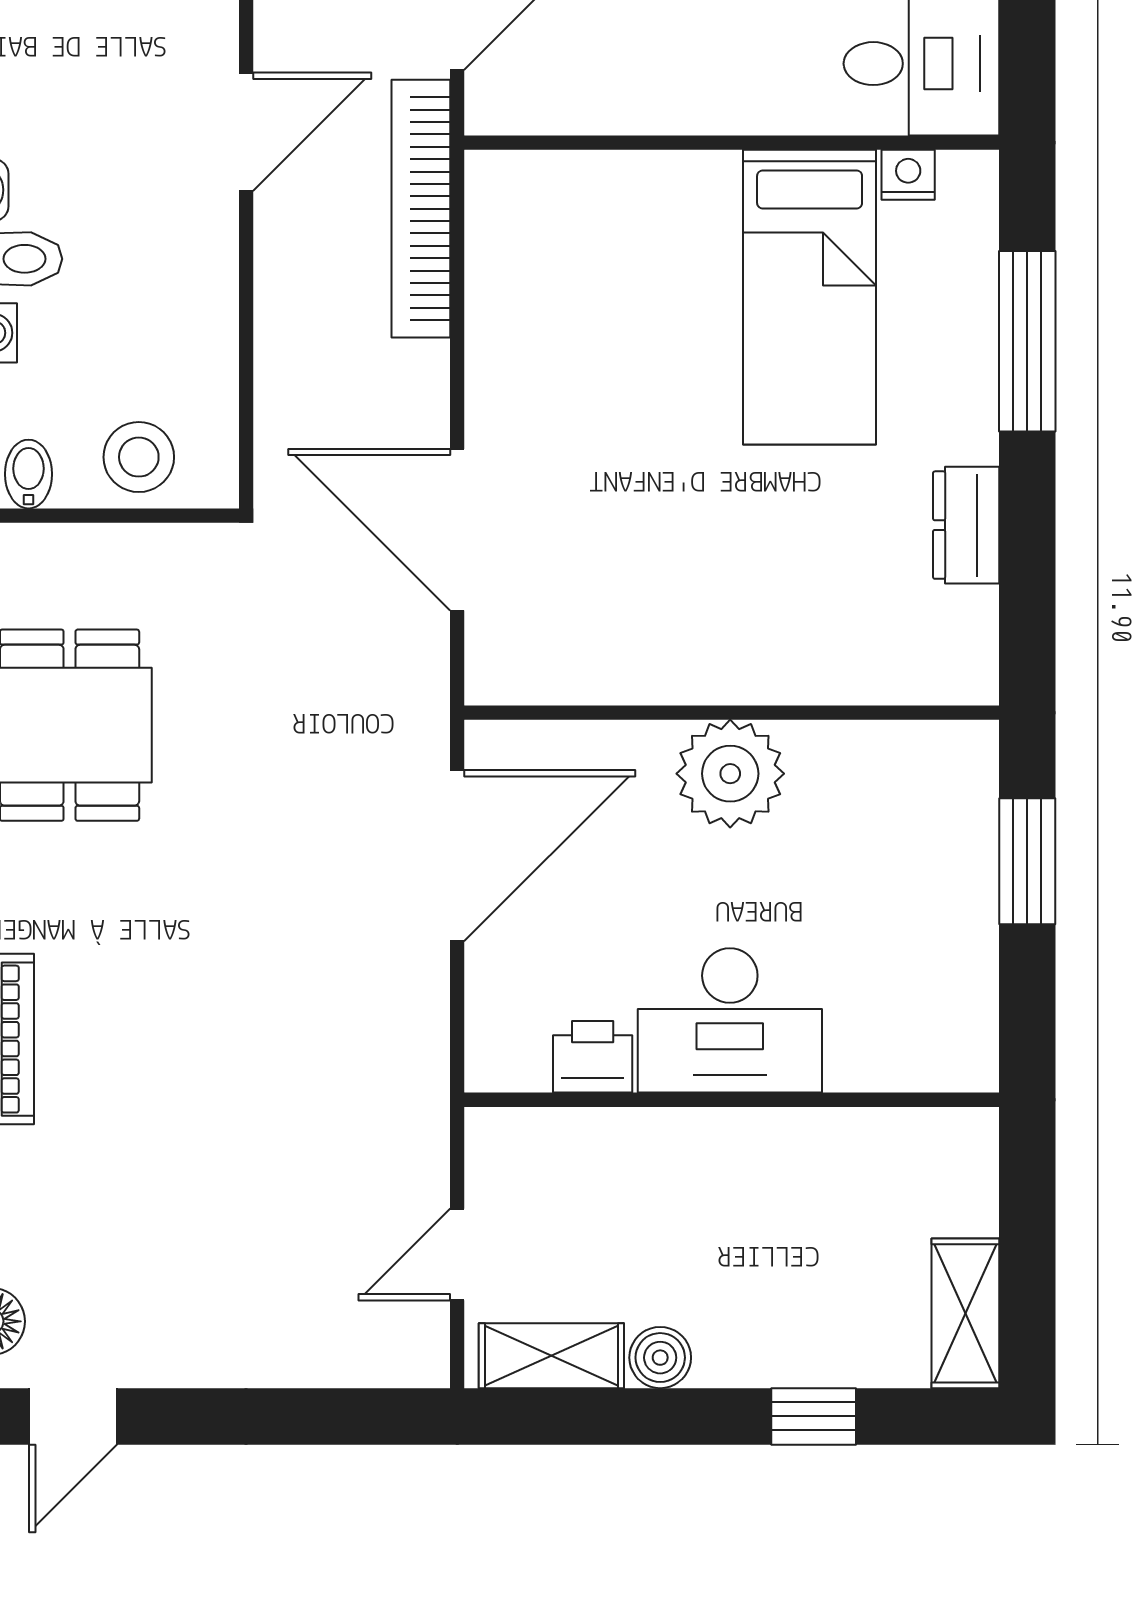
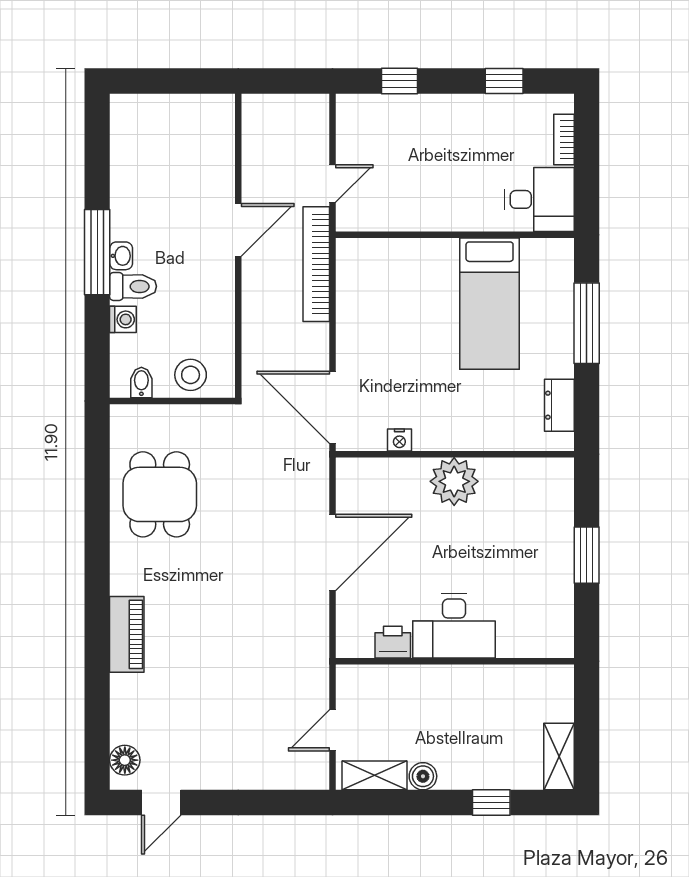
nightstand: (908, 175) -> (399, 440), moved, turned 180
wall: (732, 713) -> (455, 454), moved
plant: (730, 774) -> (454, 481), moved

